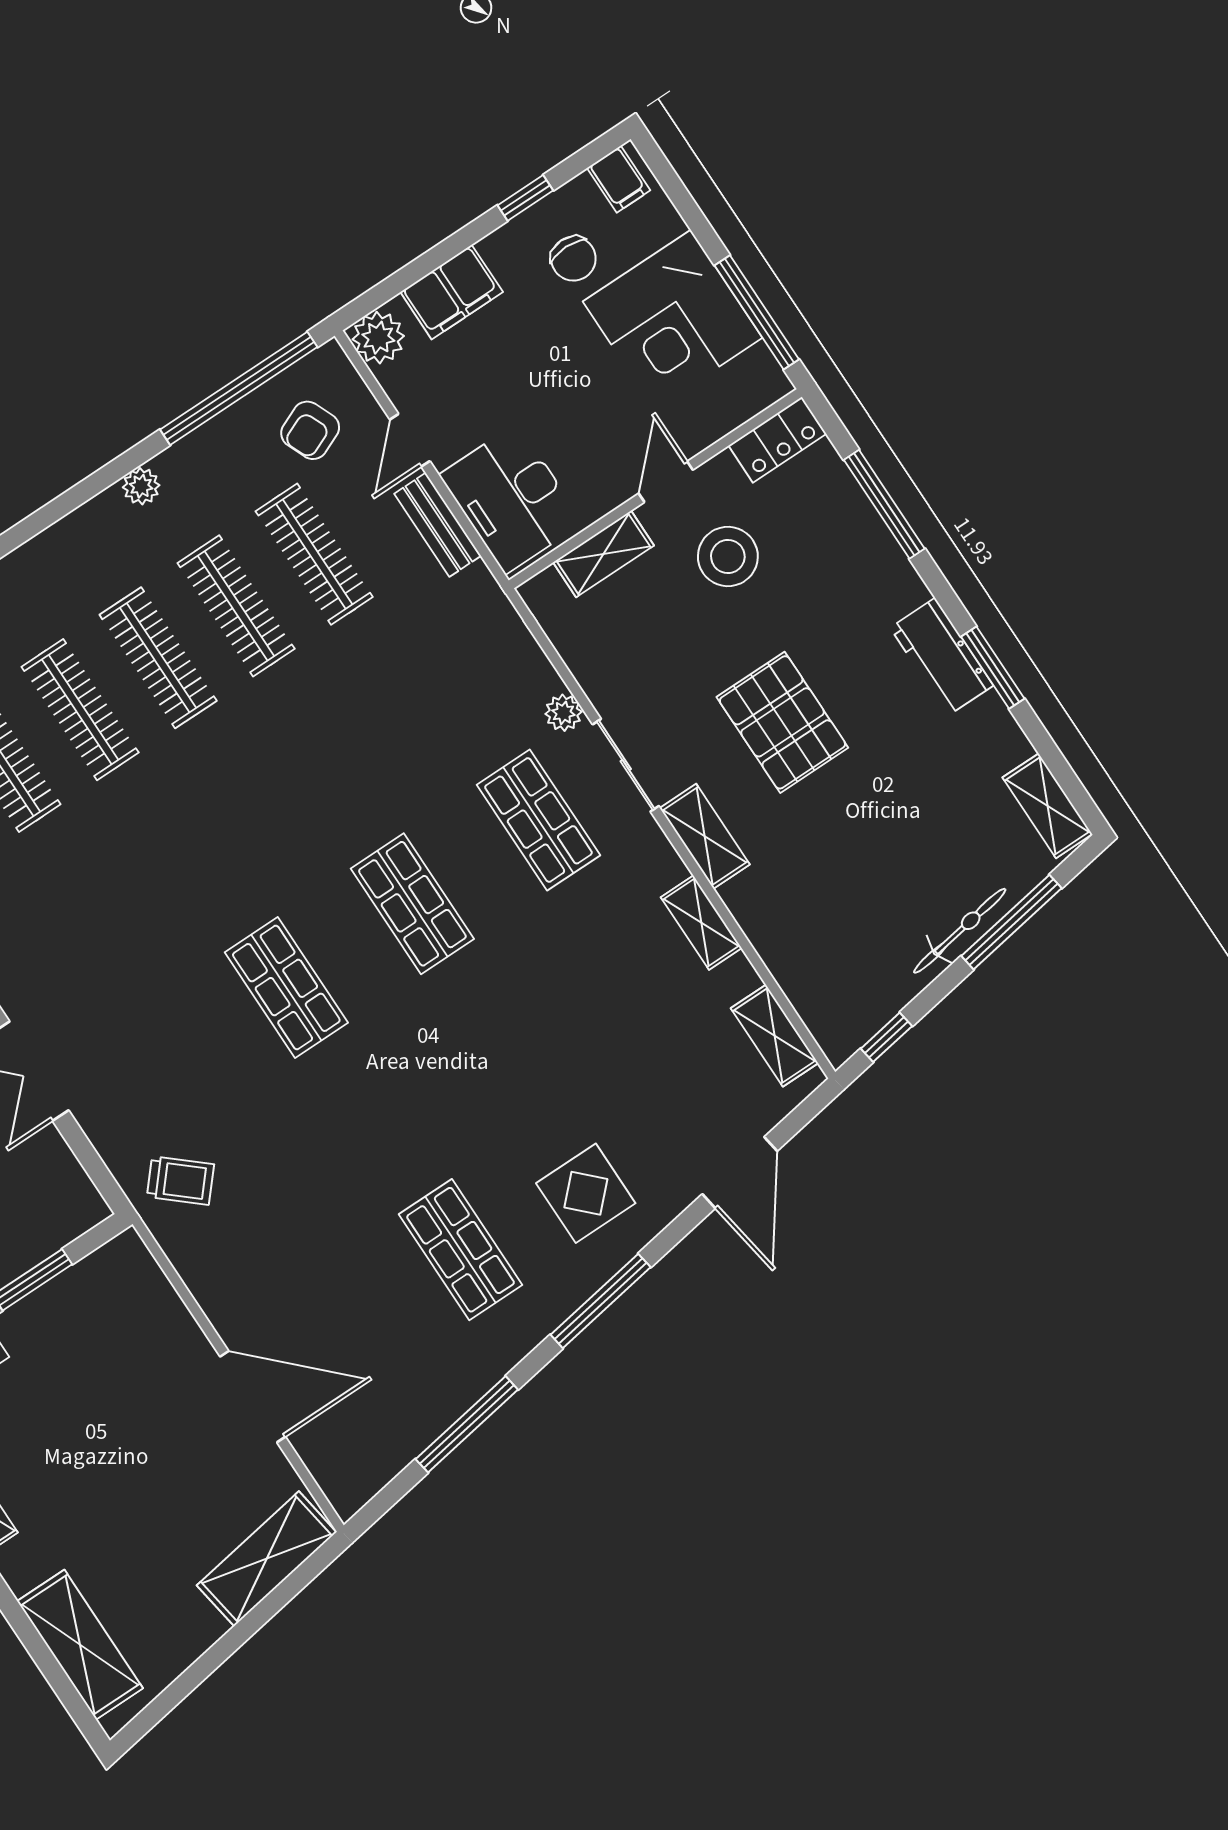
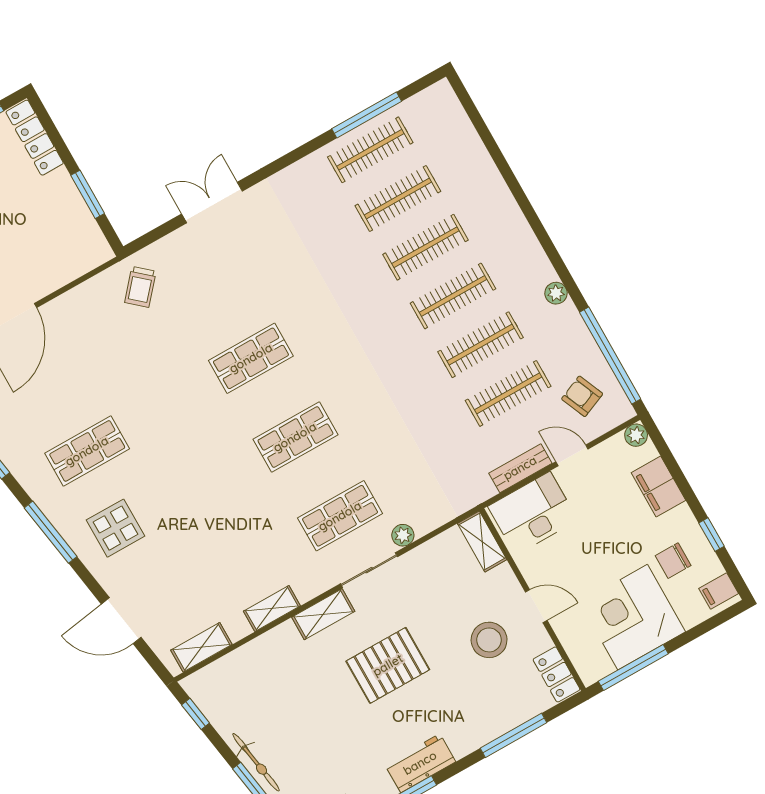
plant: (378, 338) -> (636, 435), width x0.73, depth x0.73
shelving: (603, 554) -> (482, 541), moved

